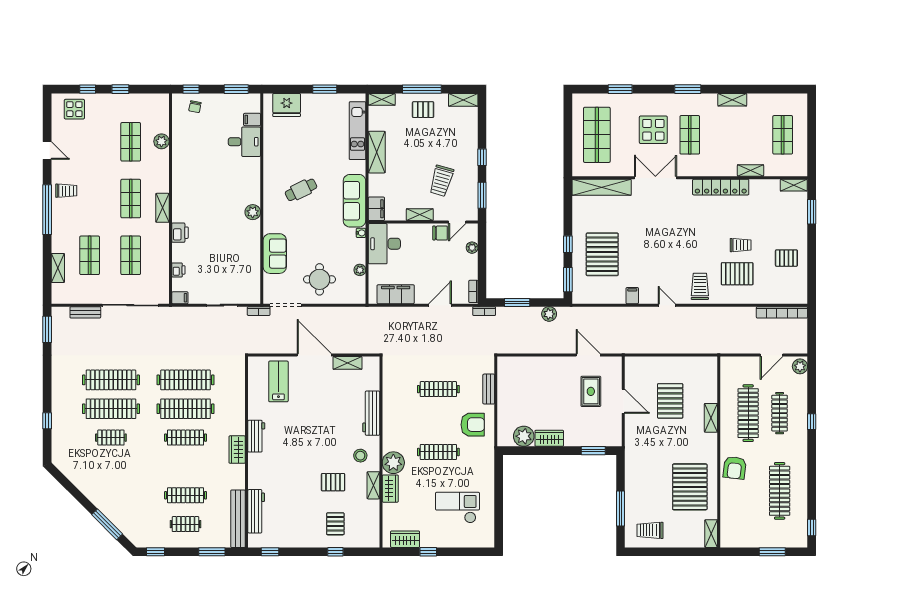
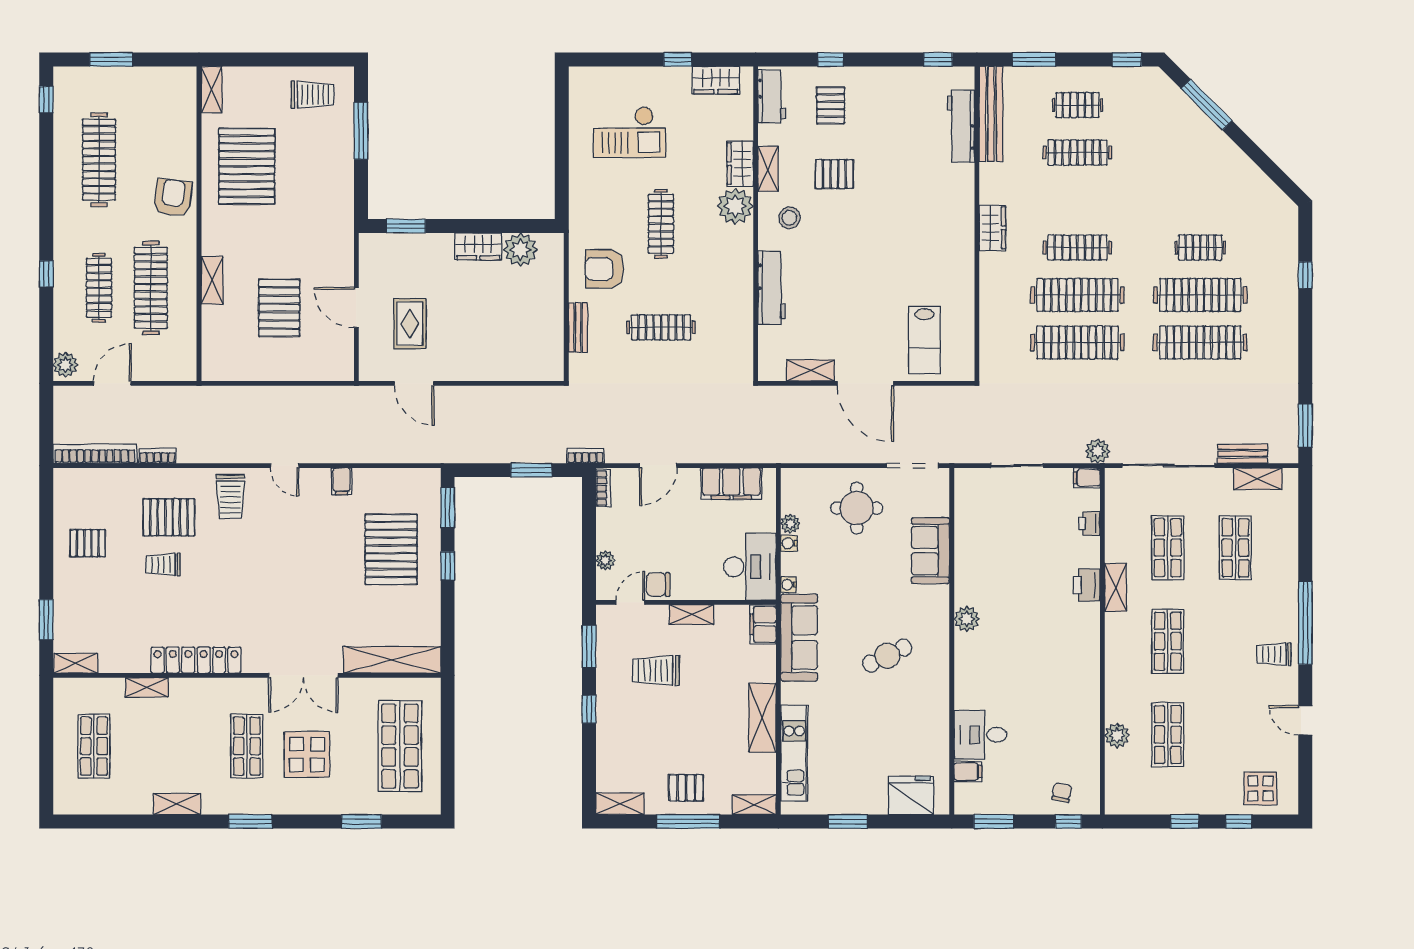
trolley: (441, 181) -> (656, 671), turned -106
shelving: (162, 208) -> (1115, 587), moved
water cooler: (361, 258) -> (789, 543), added
shelving: (58, 268) -> (1258, 479), moved, turned 90
bookcase: (259, 311) -> (157, 456), moved
plant: (549, 314) -> (1098, 451), moved
workbench: (256, 436) -> (772, 97), moved, turned 180
clothes rail: (438, 452) -> (661, 224), turned 90

